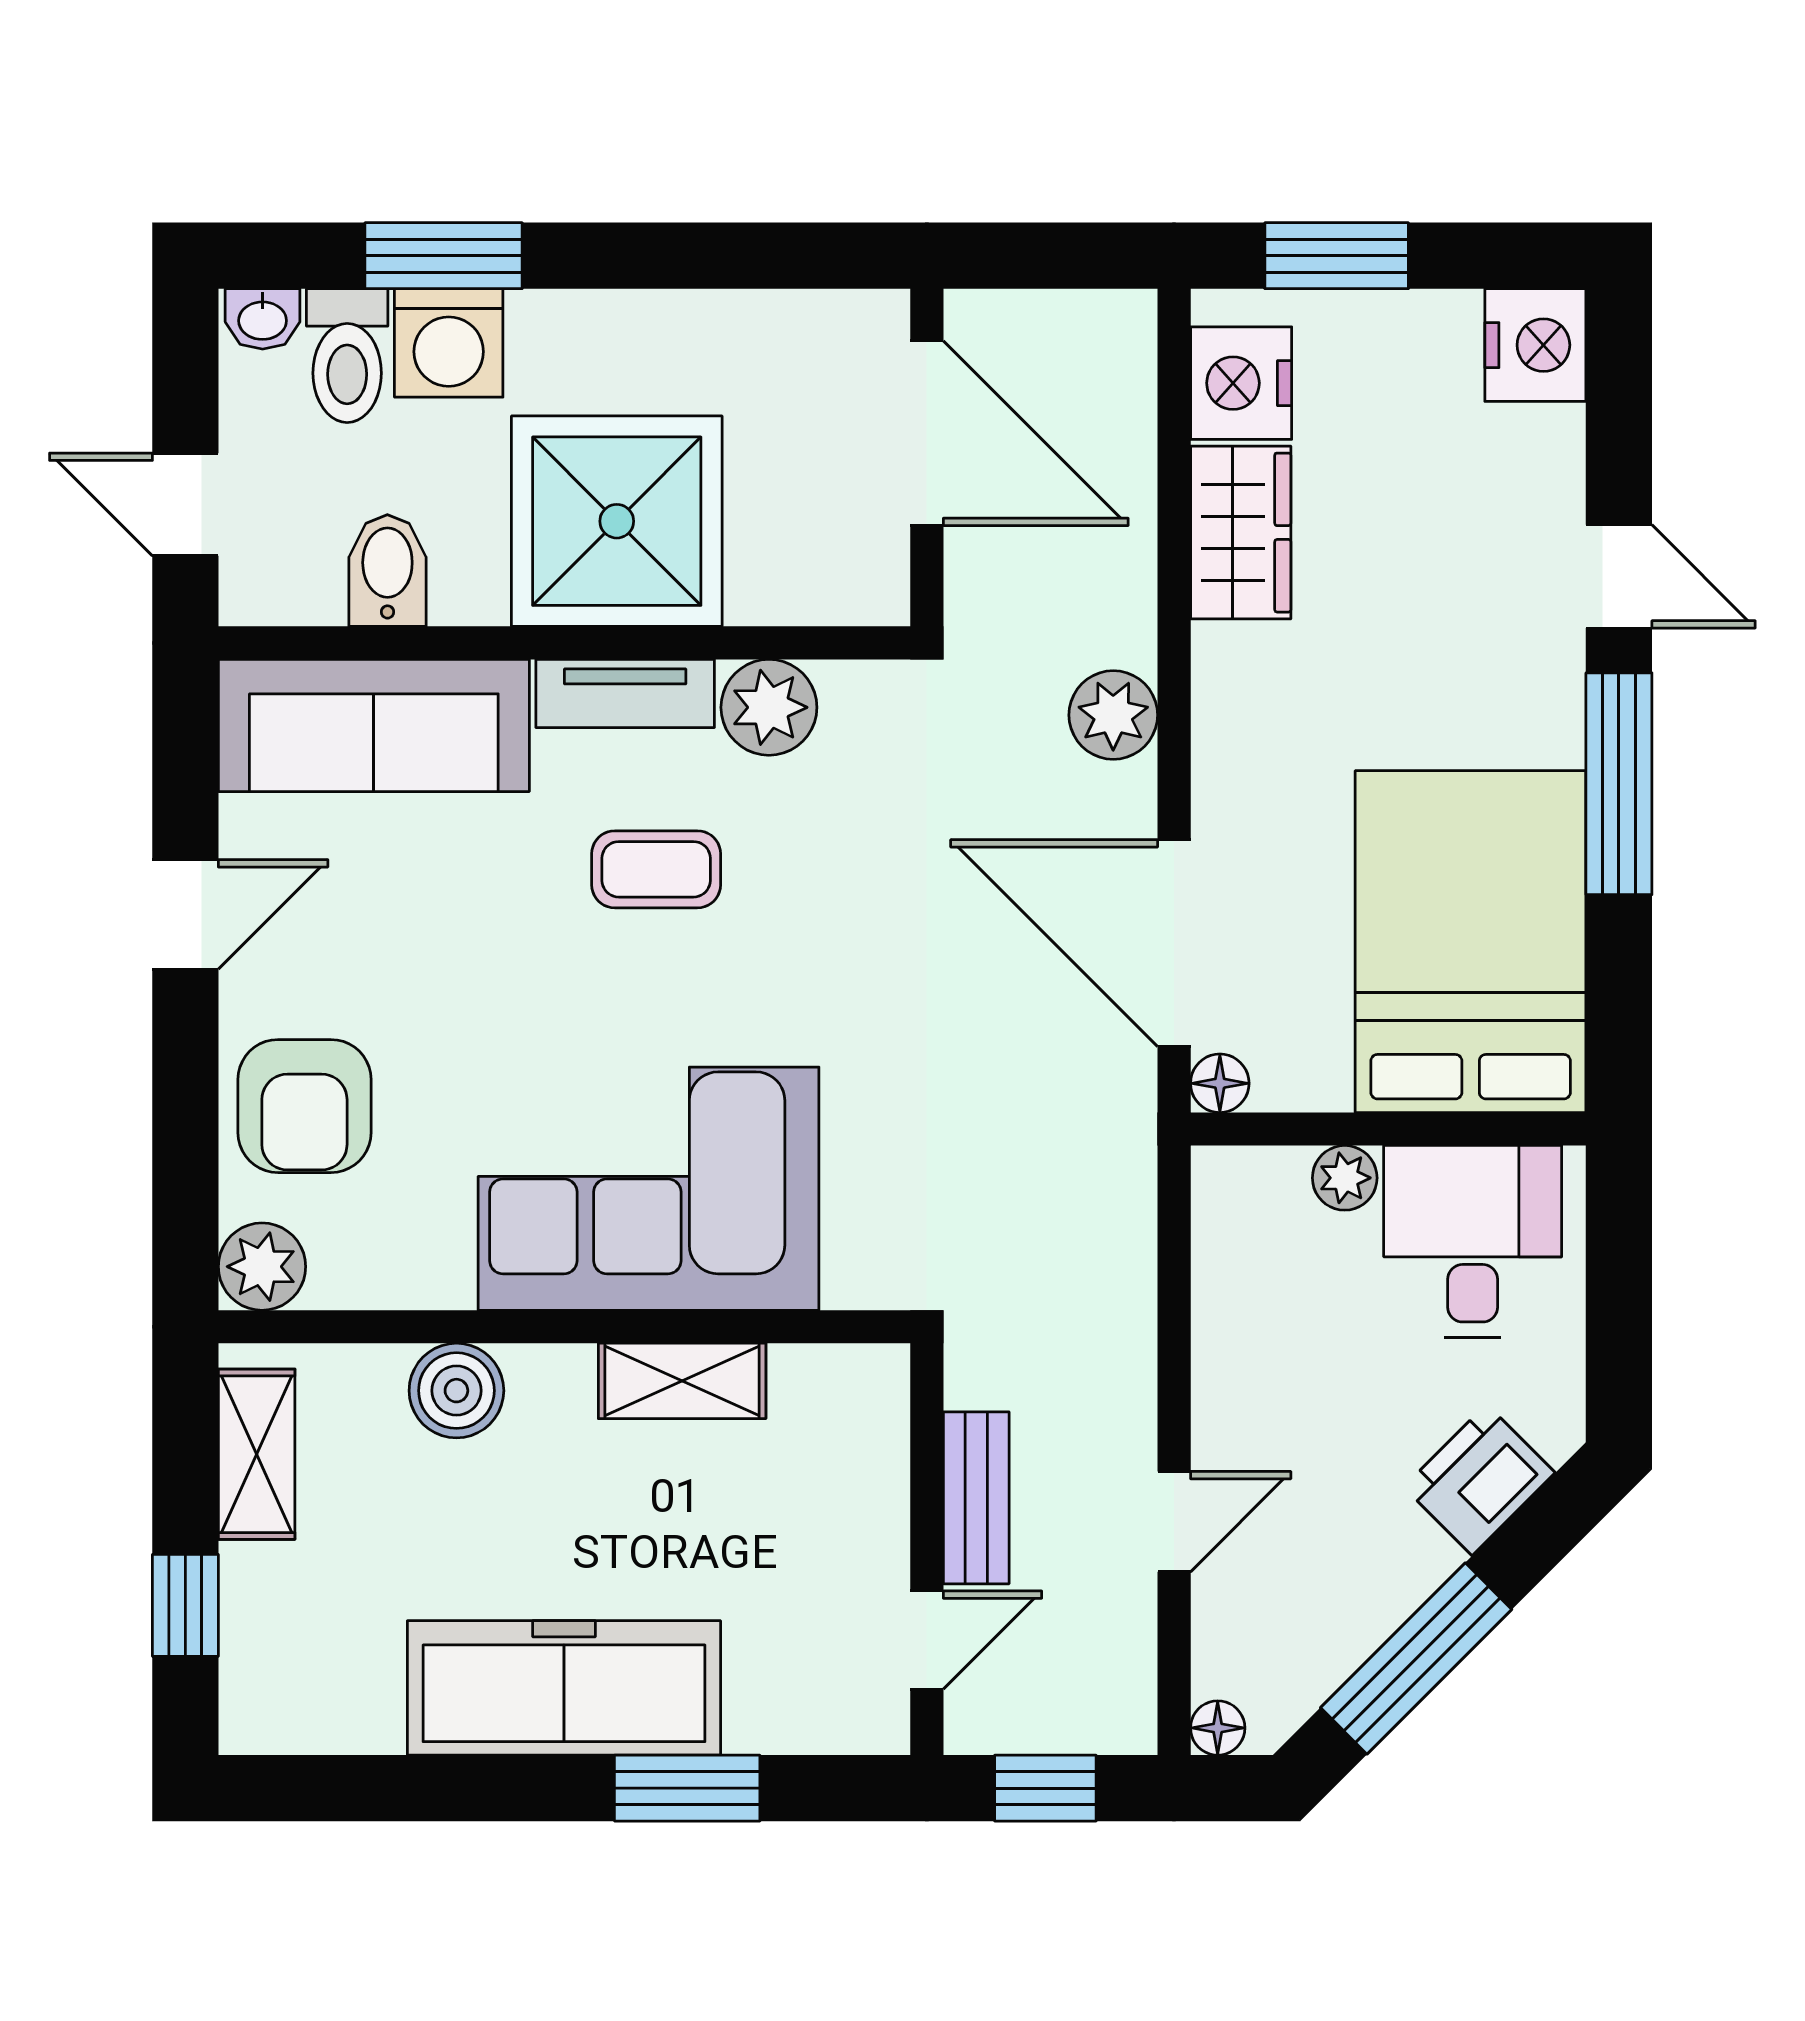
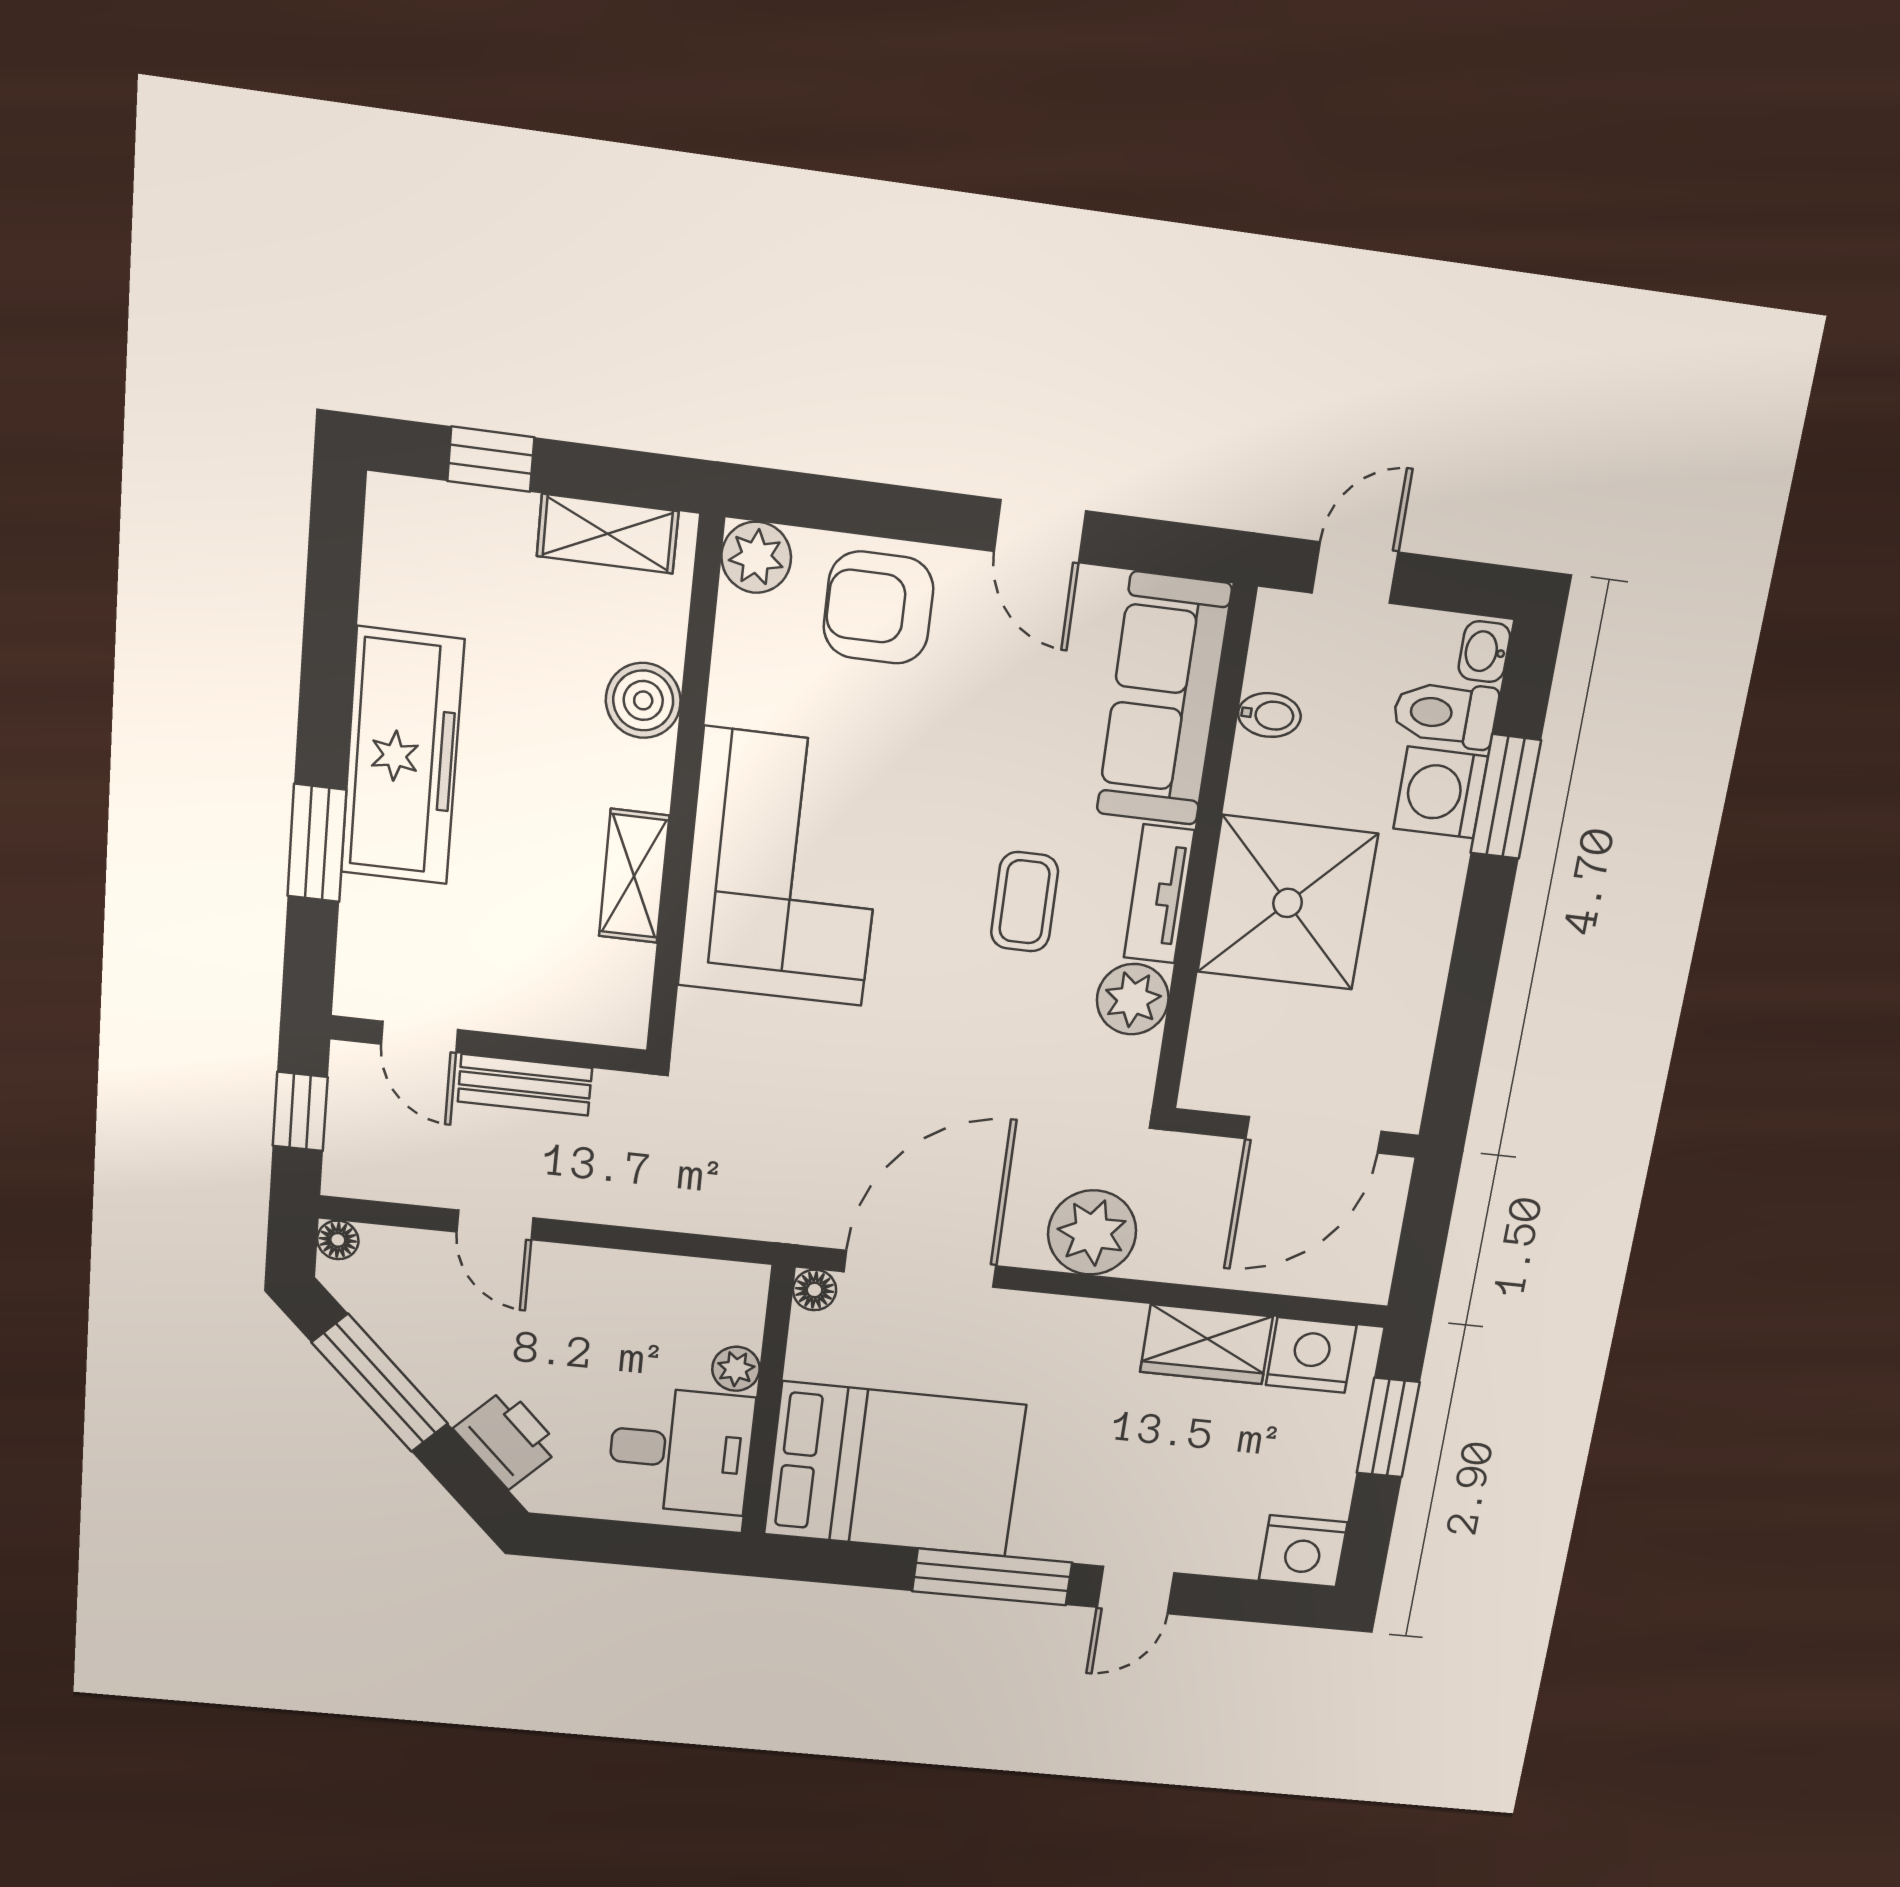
bidet: (387, 570) -> (1269, 715), width x0.72, depth x0.74
plant: (1113, 715) -> (1092, 1232), width x1.36, depth x1.36

